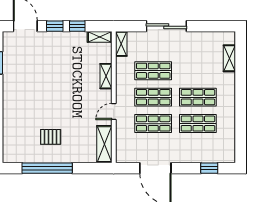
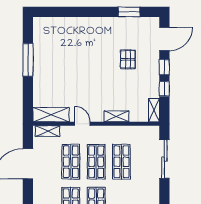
sliding door: (166, 26) -> (164, 159), moved
shelving: (121, 44) -> (48, 131), moved
pallet: (51, 137) -> (128, 59), moved
window: (47, 168) -> (28, 60), width x0.68

